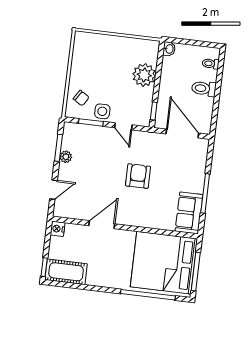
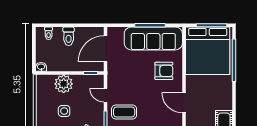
side table: (102, 111) -> (64, 111), moved
door: (123, 126) -> (105, 95), swing flipped
coffee table: (99, 147) -> (124, 112), added
armchair: (138, 176) -> (164, 71), moved, turned 180
sofa: (189, 213) -> (153, 38), width x1.85, depth x1.27

